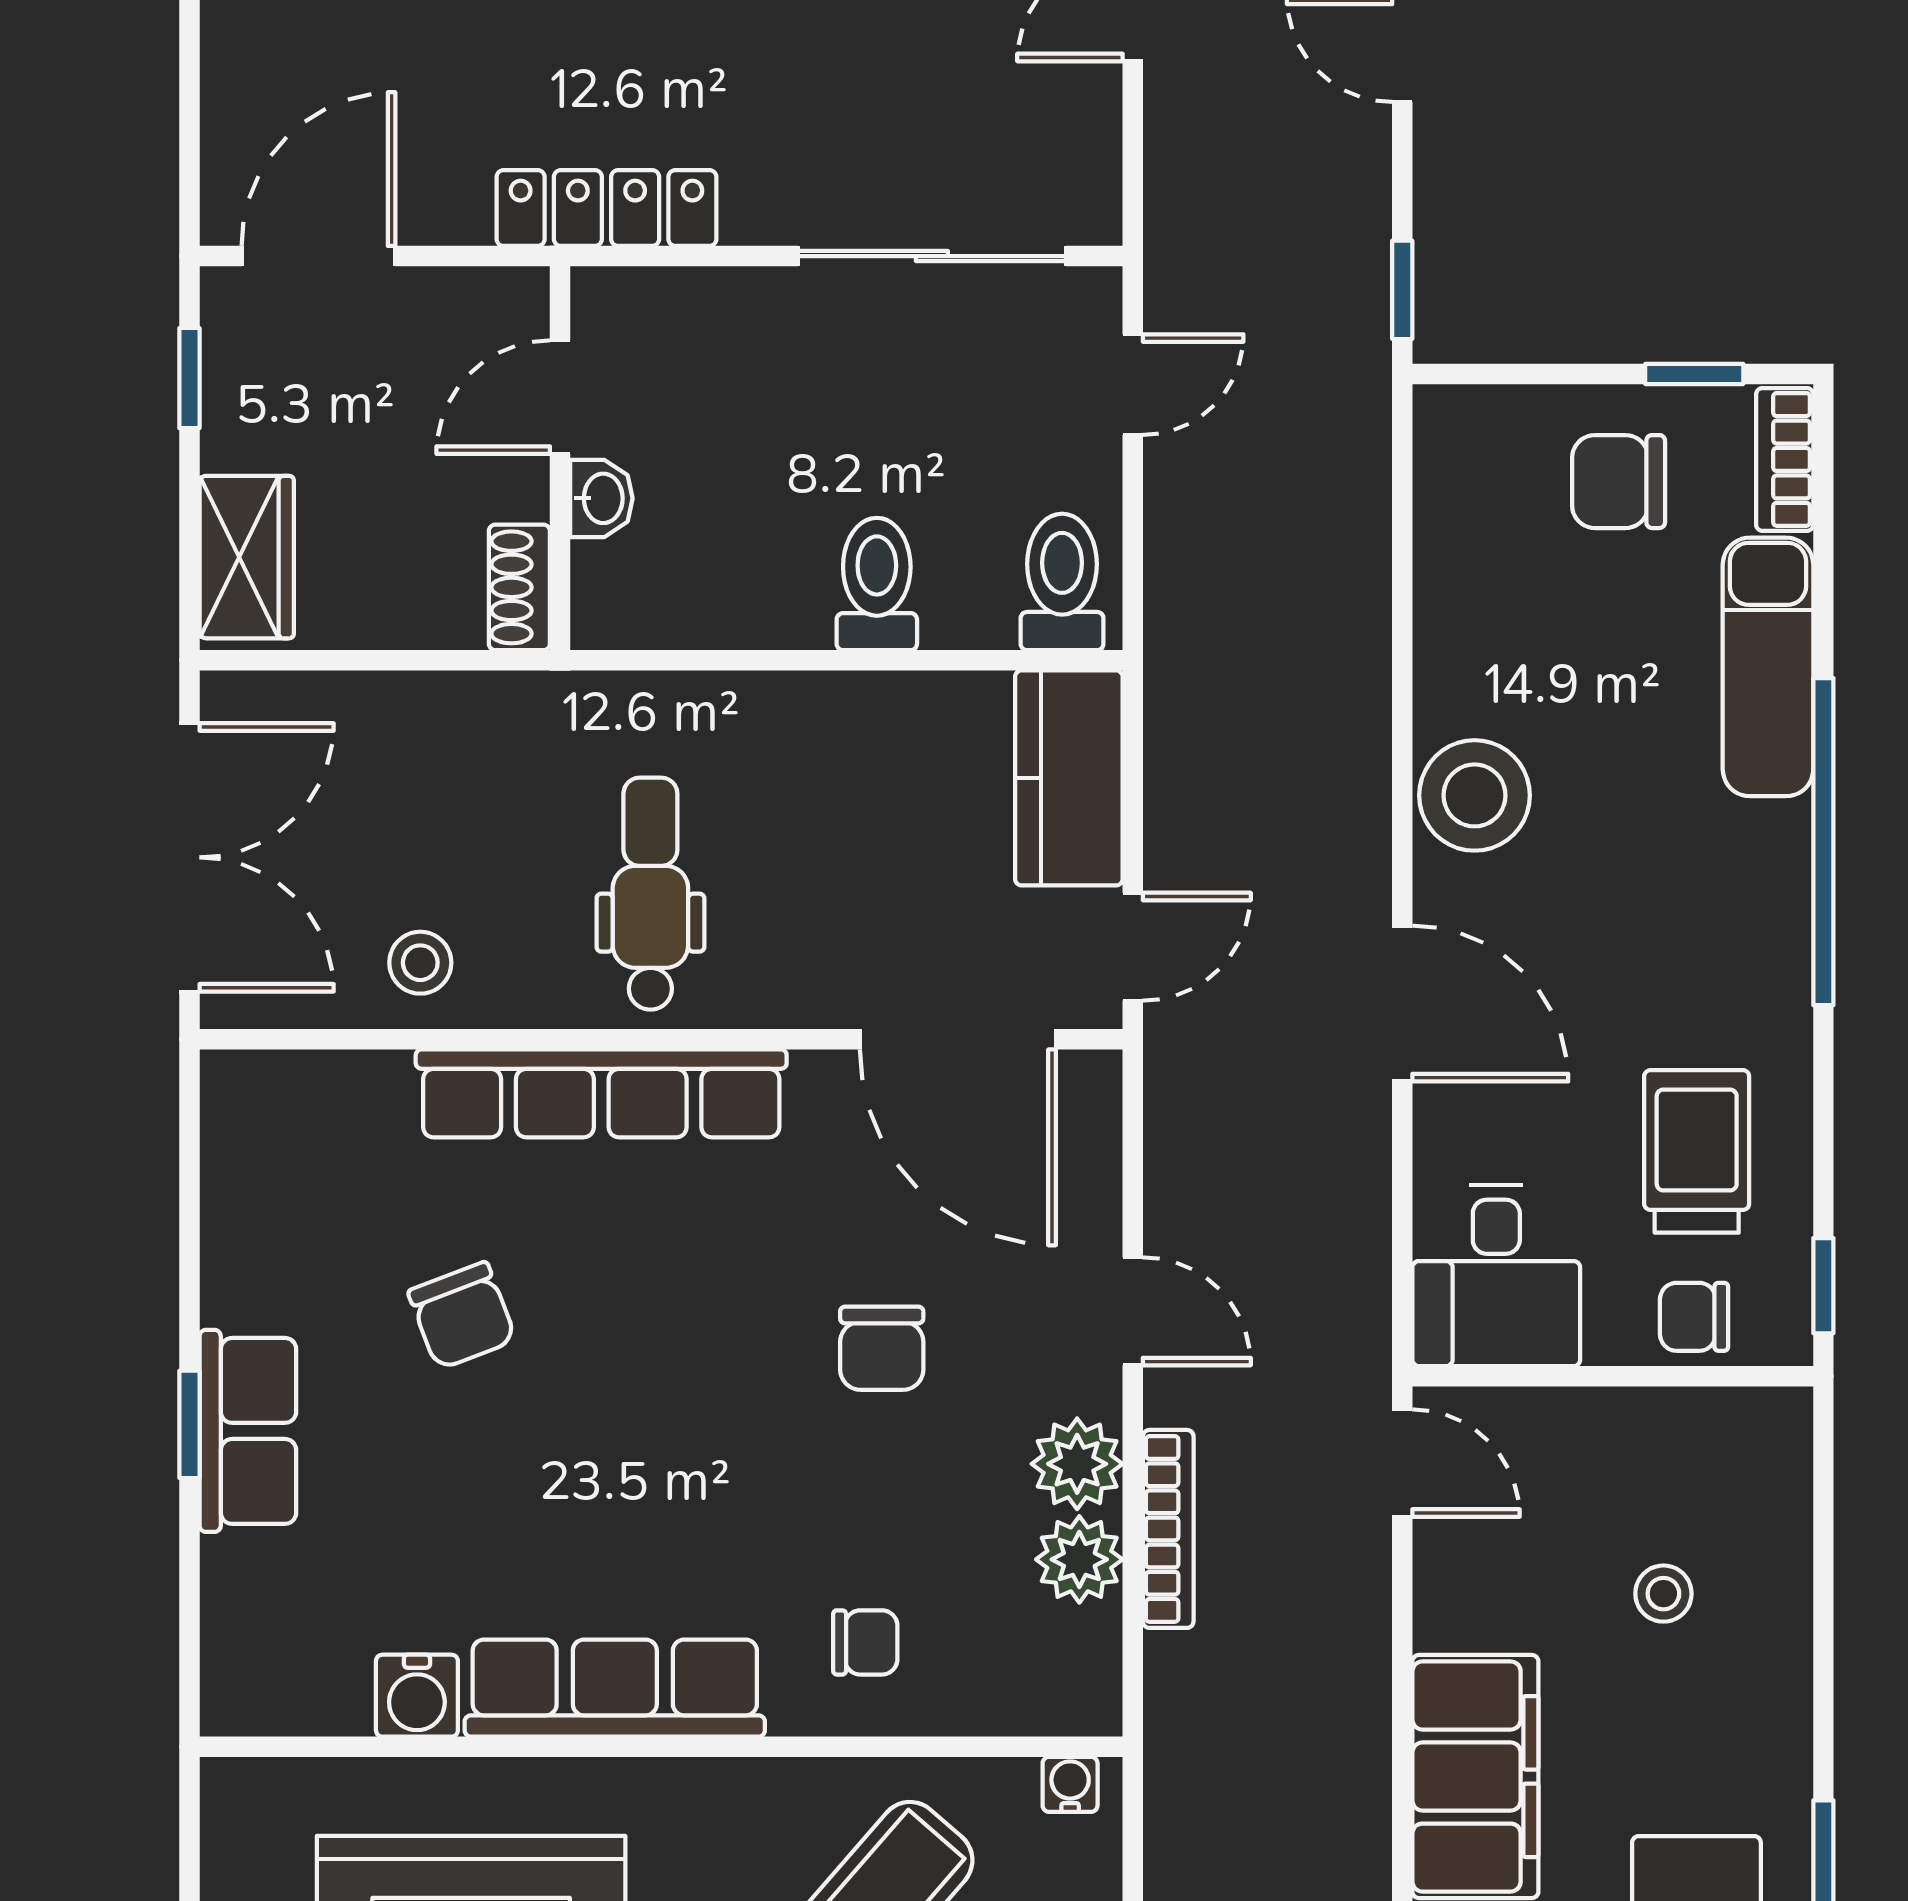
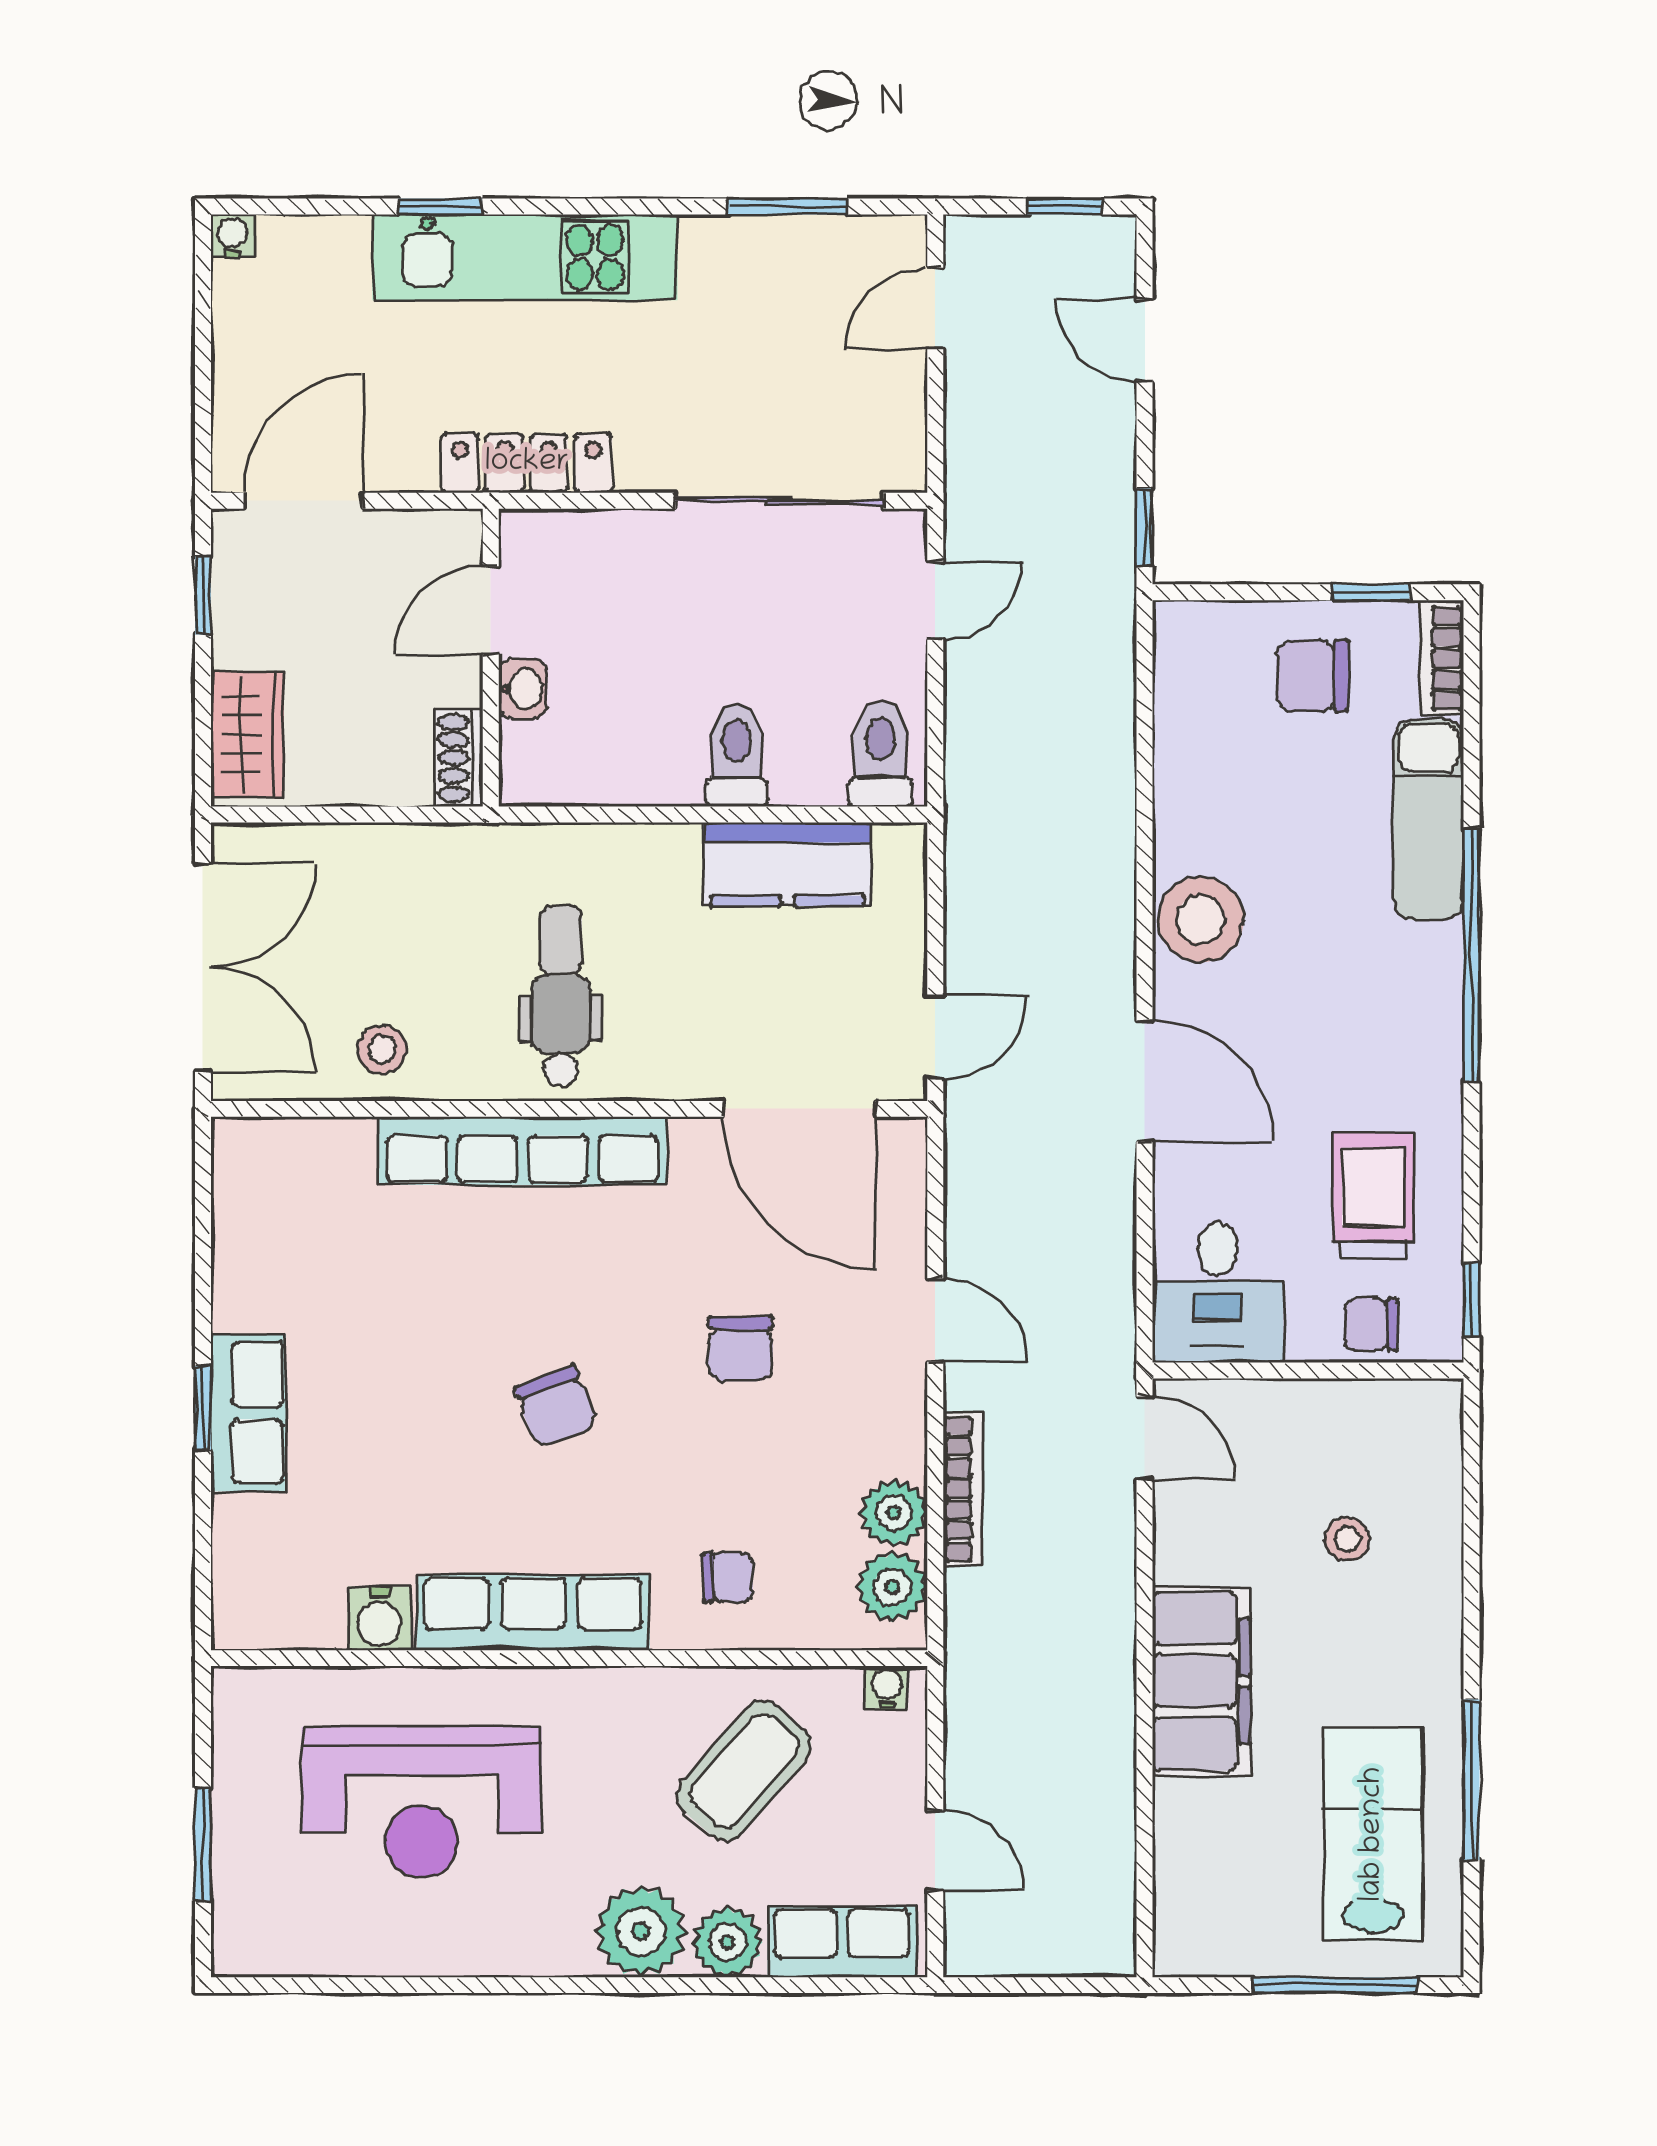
kitchen counter: (1069, 778) -> (787, 864), moved, turned -90
chair: (462, 1316) -> (556, 1406), moved
plant: (1077, 1464) -> (892, 1587), moved

